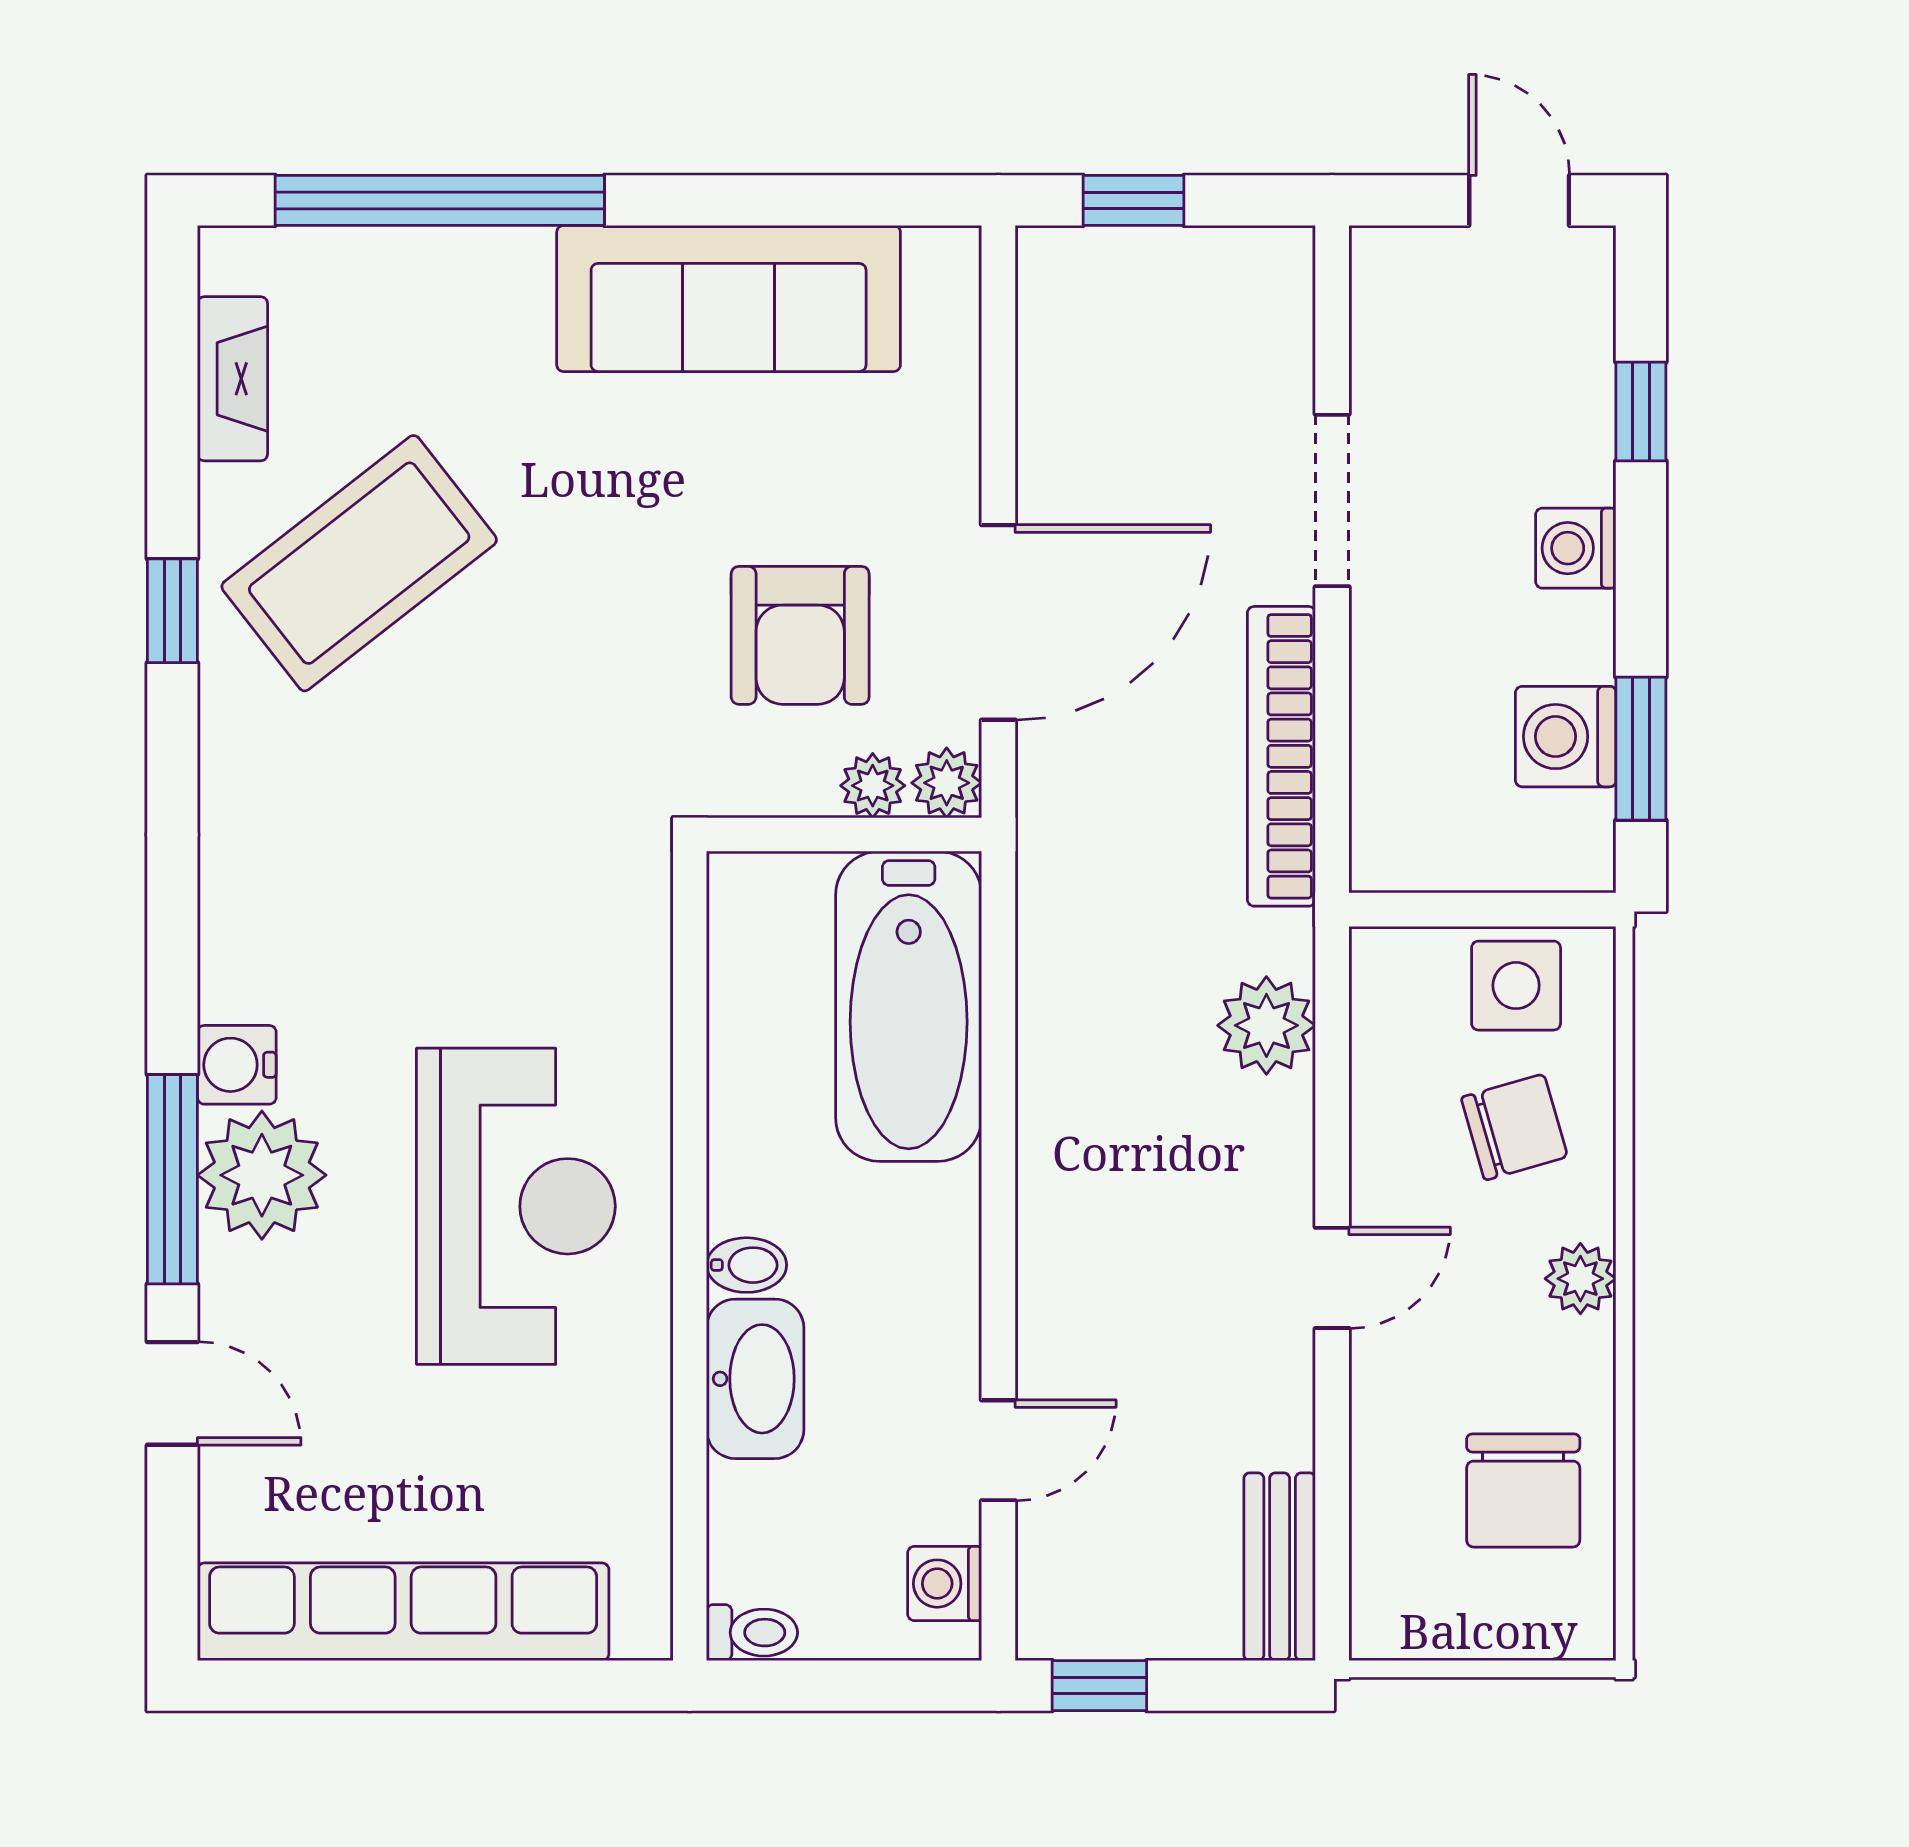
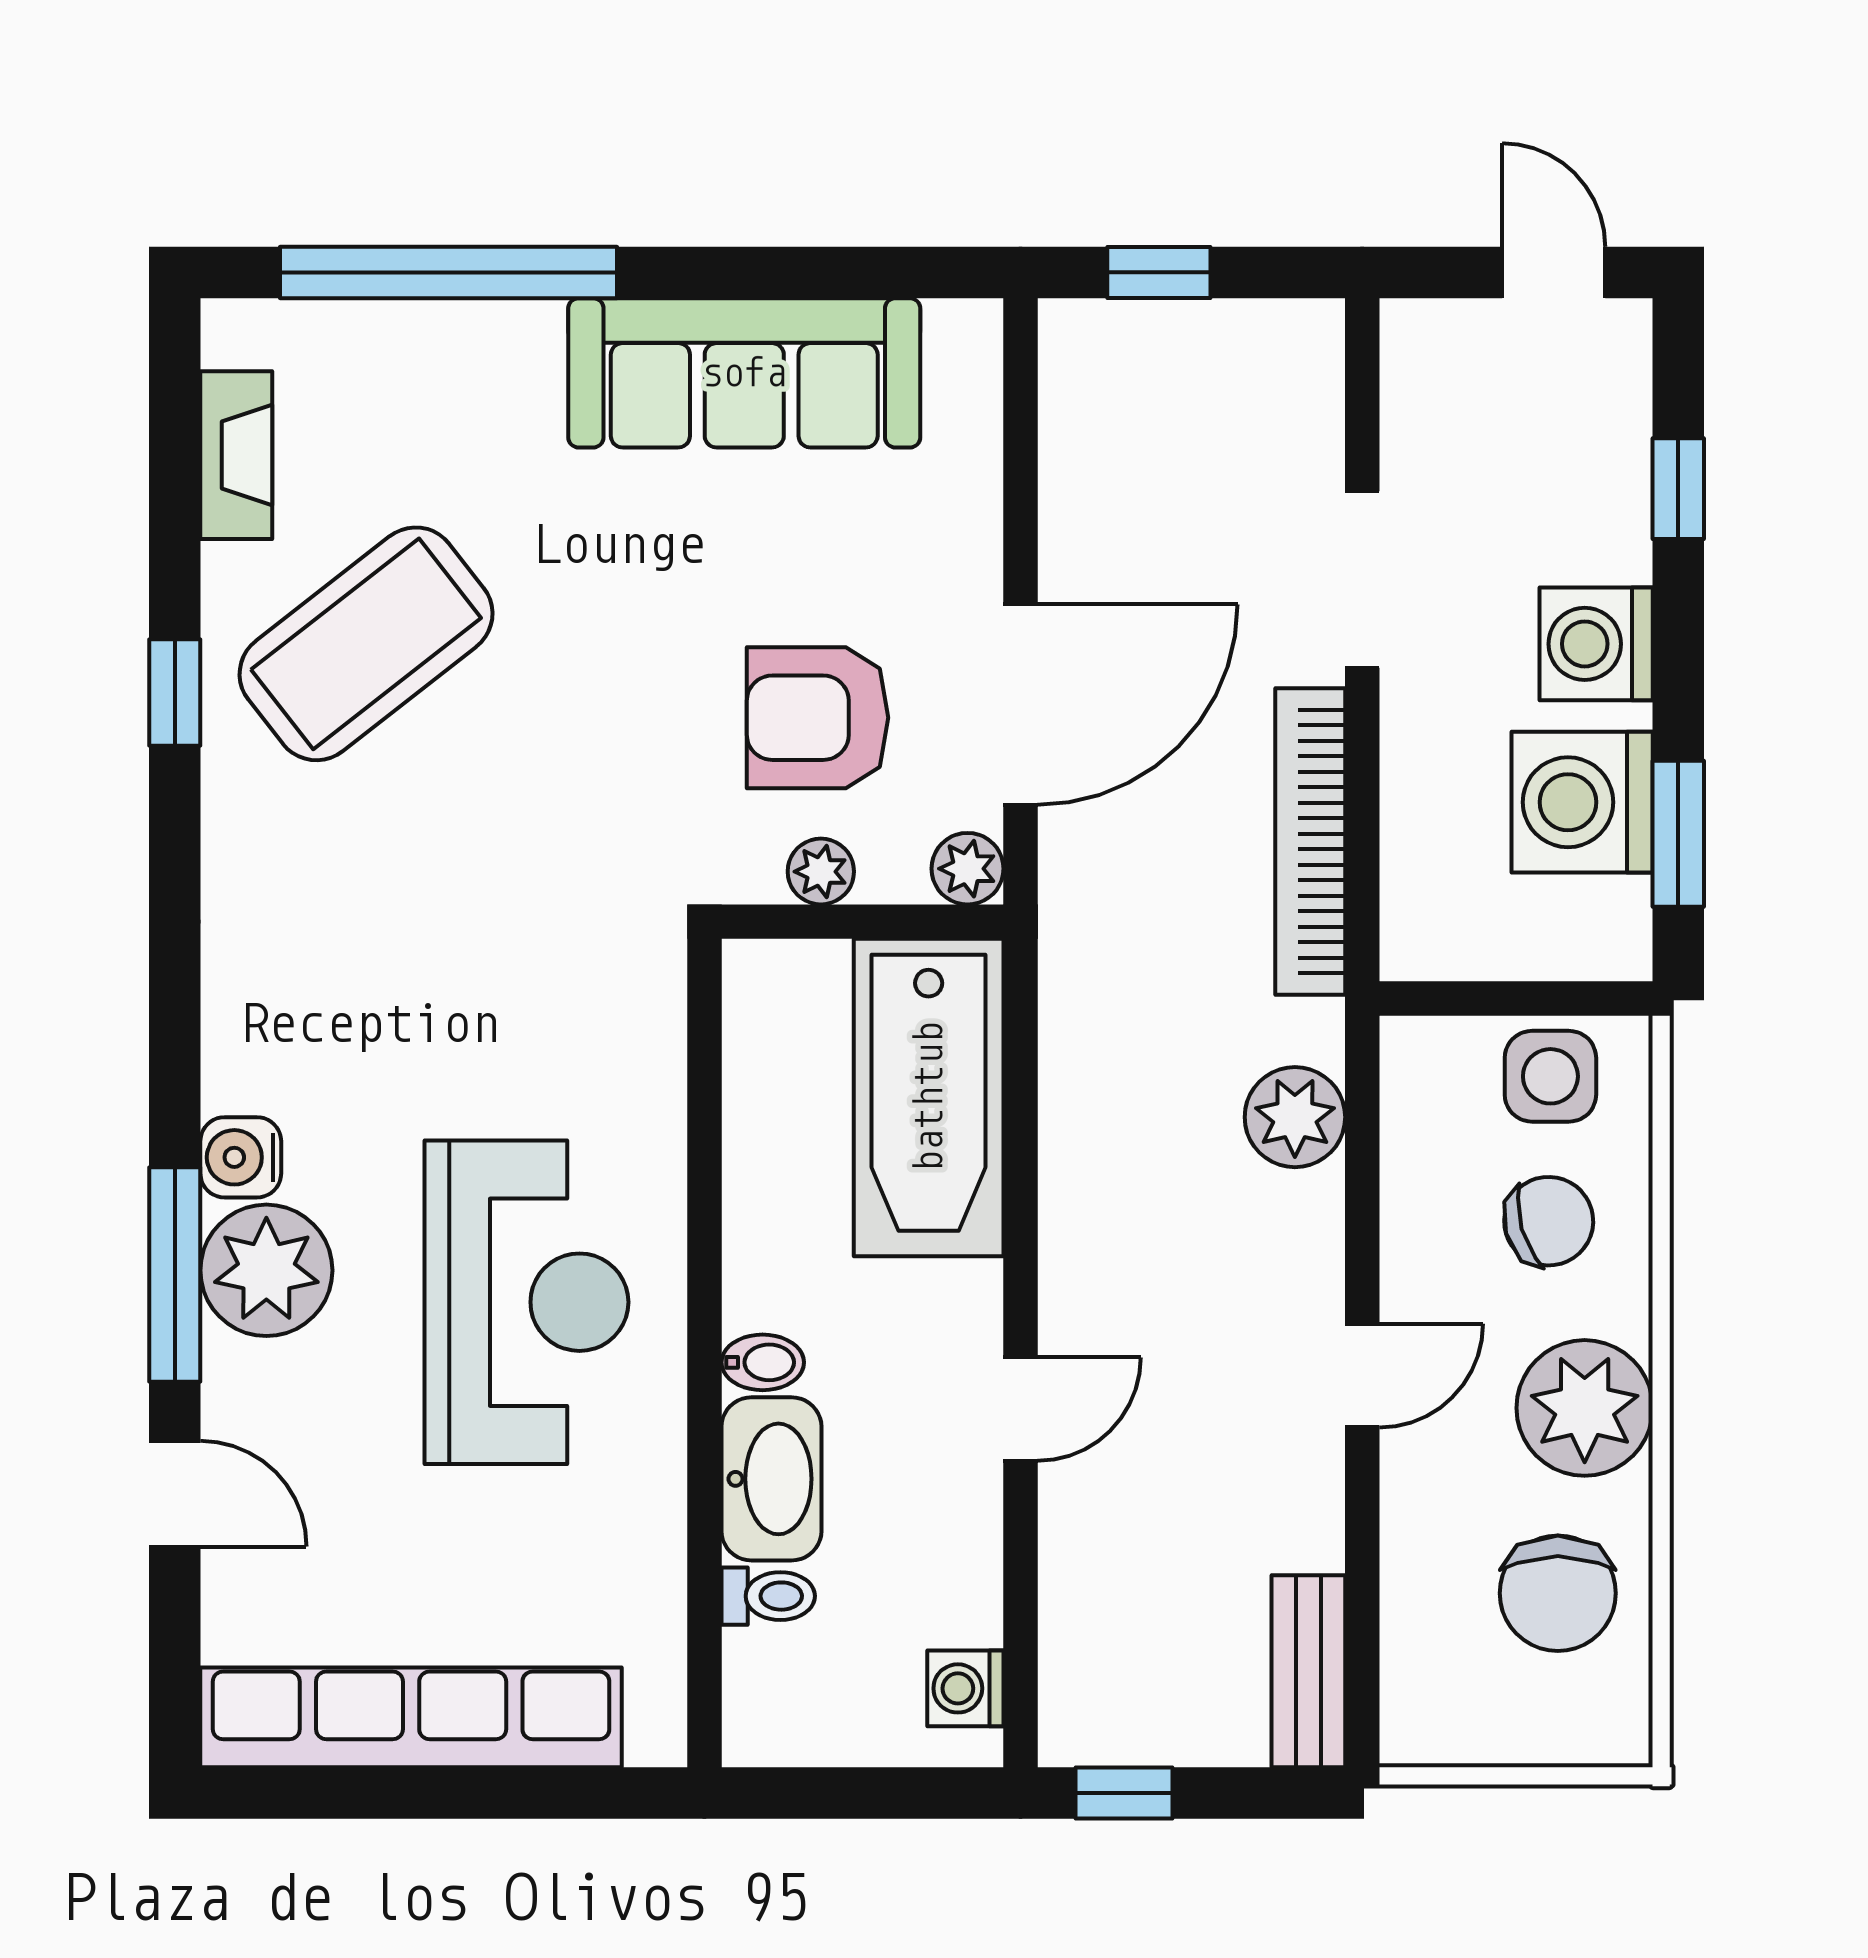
washing machine: (1576, 548) -> (1596, 644), width x1.38, depth x1.38
armchair: (800, 635) -> (818, 718), turned 90
washing machine: (1566, 737) -> (1582, 802), width x1.37, depth x1.37
plant: (873, 786) -> (821, 872), moved
plant: (1580, 1279) -> (1585, 1408), width x1.88, depth x1.88
door: (998, 1450) -> (1020, 1409), moved
toilet: (752, 1633) -> (768, 1596), moved

